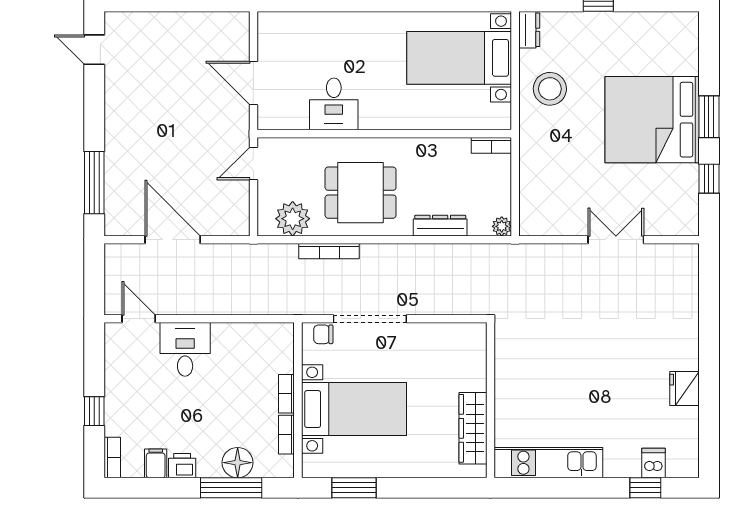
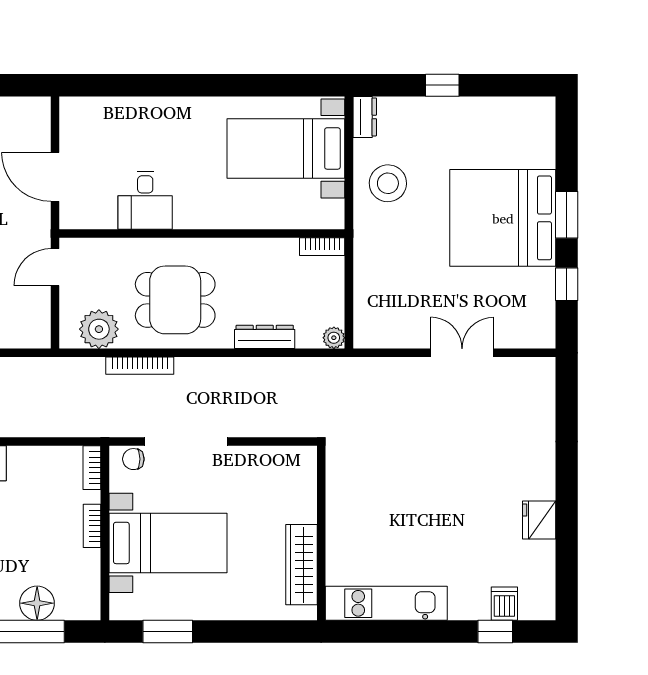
bookcase: (286, 435) -> (92, 468), moved

